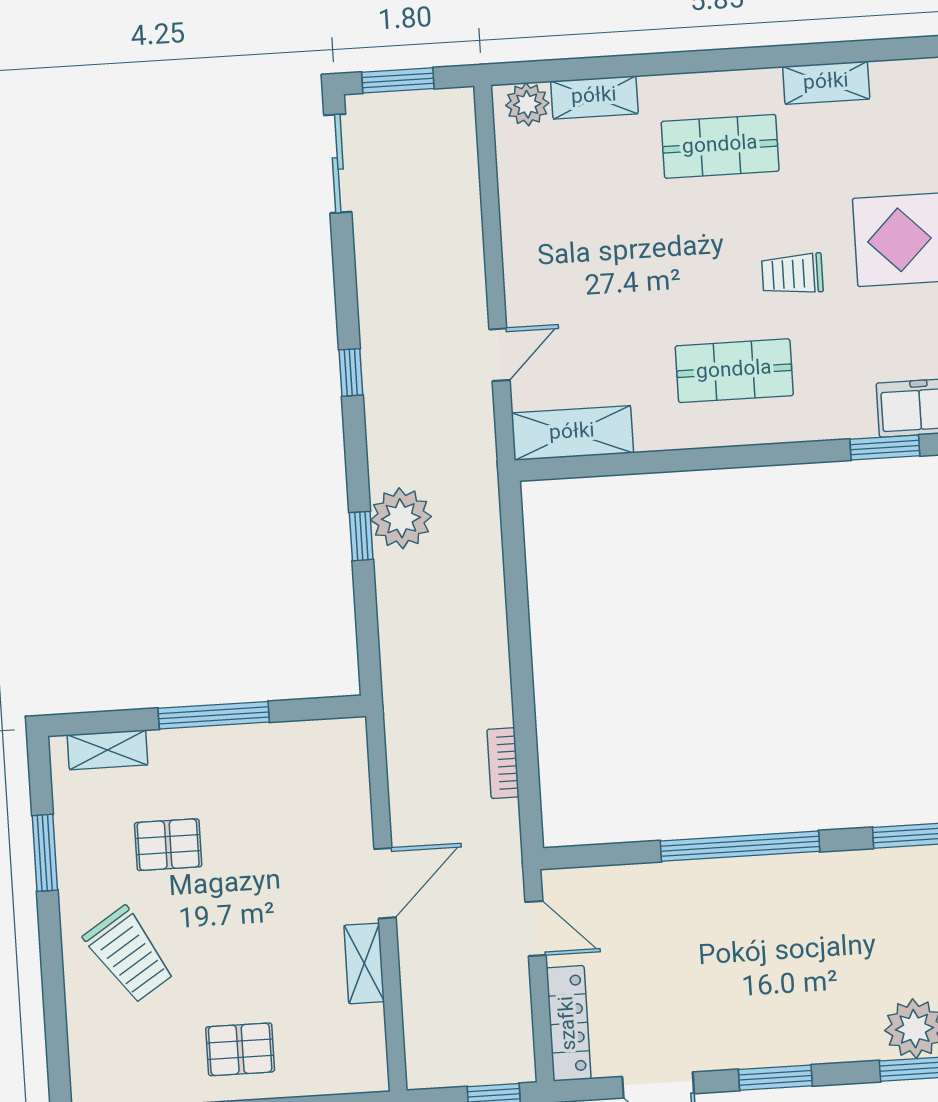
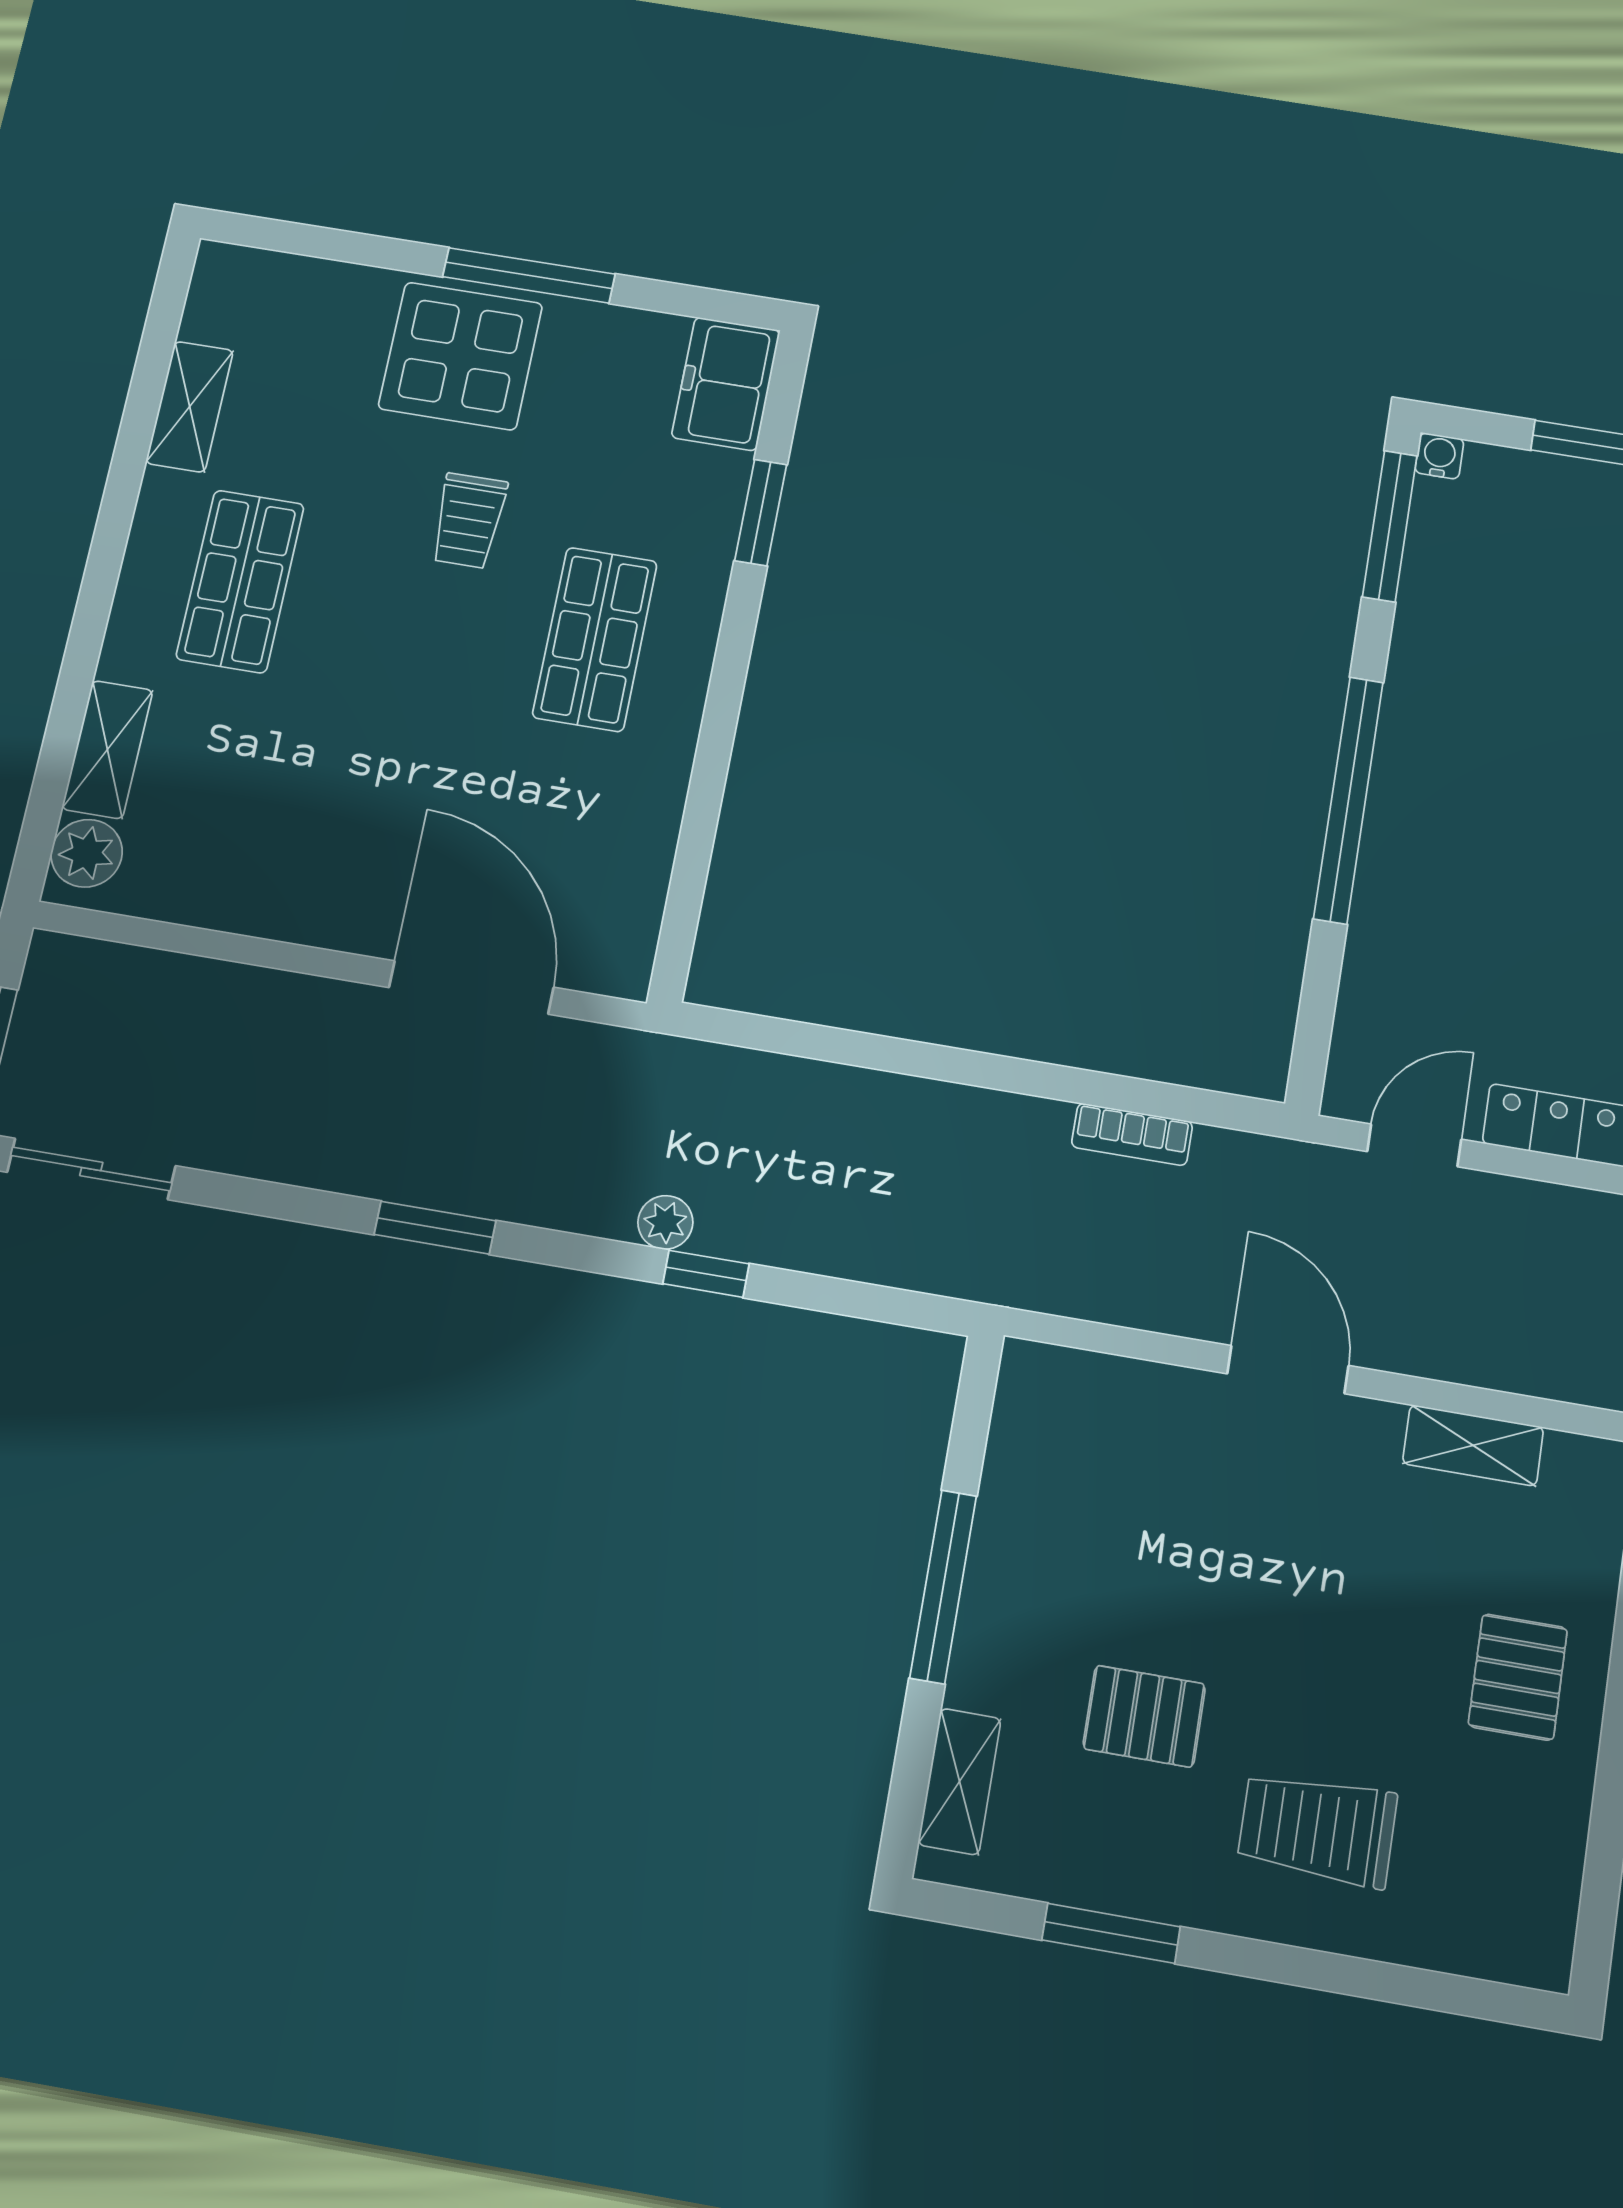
door: (499, 355) -> (471, 987), width x1.87
window: (351, 372) -> (435, 1228), width x1.50
shelving: (572, 433) -> (627, 904), removed
window: (885, 447) -> (761, 513), moved
plant: (401, 518) -> (665, 1222), width x0.53, depth x0.53
pallet: (168, 845) -> (1144, 1716), turned 90
trolley: (129, 955) -> (1317, 1829), turned -147
shelving: (364, 963) -> (1473, 1445), moved

